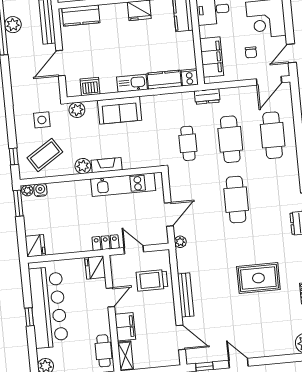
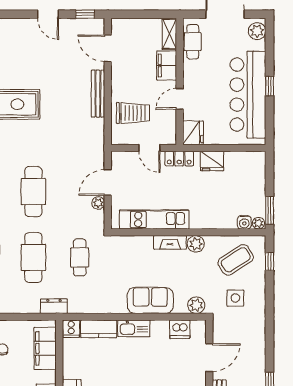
plant: (180, 242) -> (98, 203), moved
fridge: (35, 246) -> (212, 161), moved, turned -90

